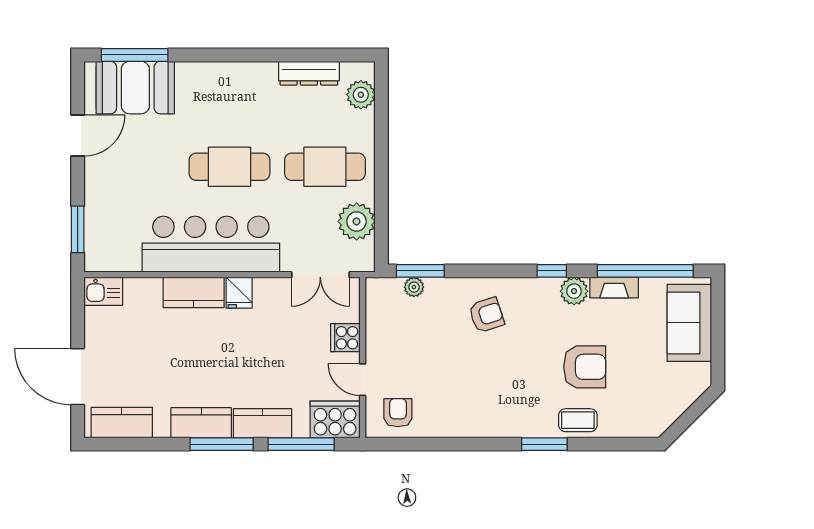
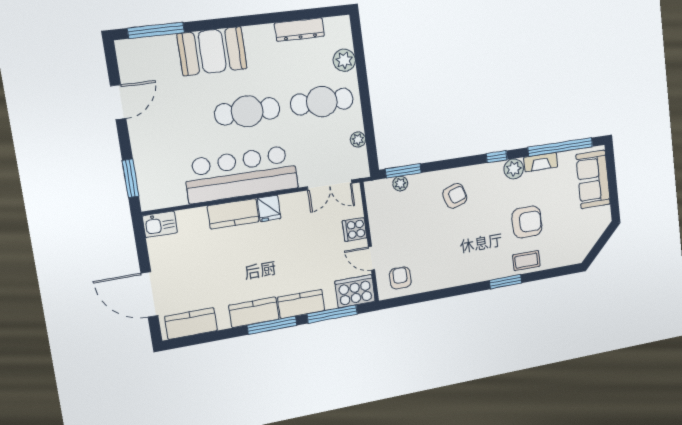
booth: (135, 88) -> (212, 51), moved
plant: (361, 95) -> (344, 60), moved
plant: (357, 221) -> (358, 140), width x0.53, depth x0.53

